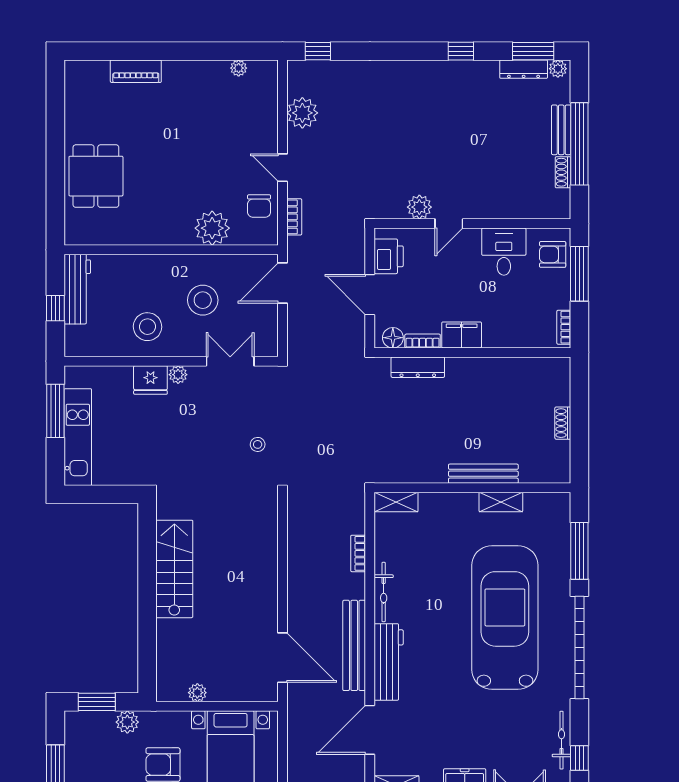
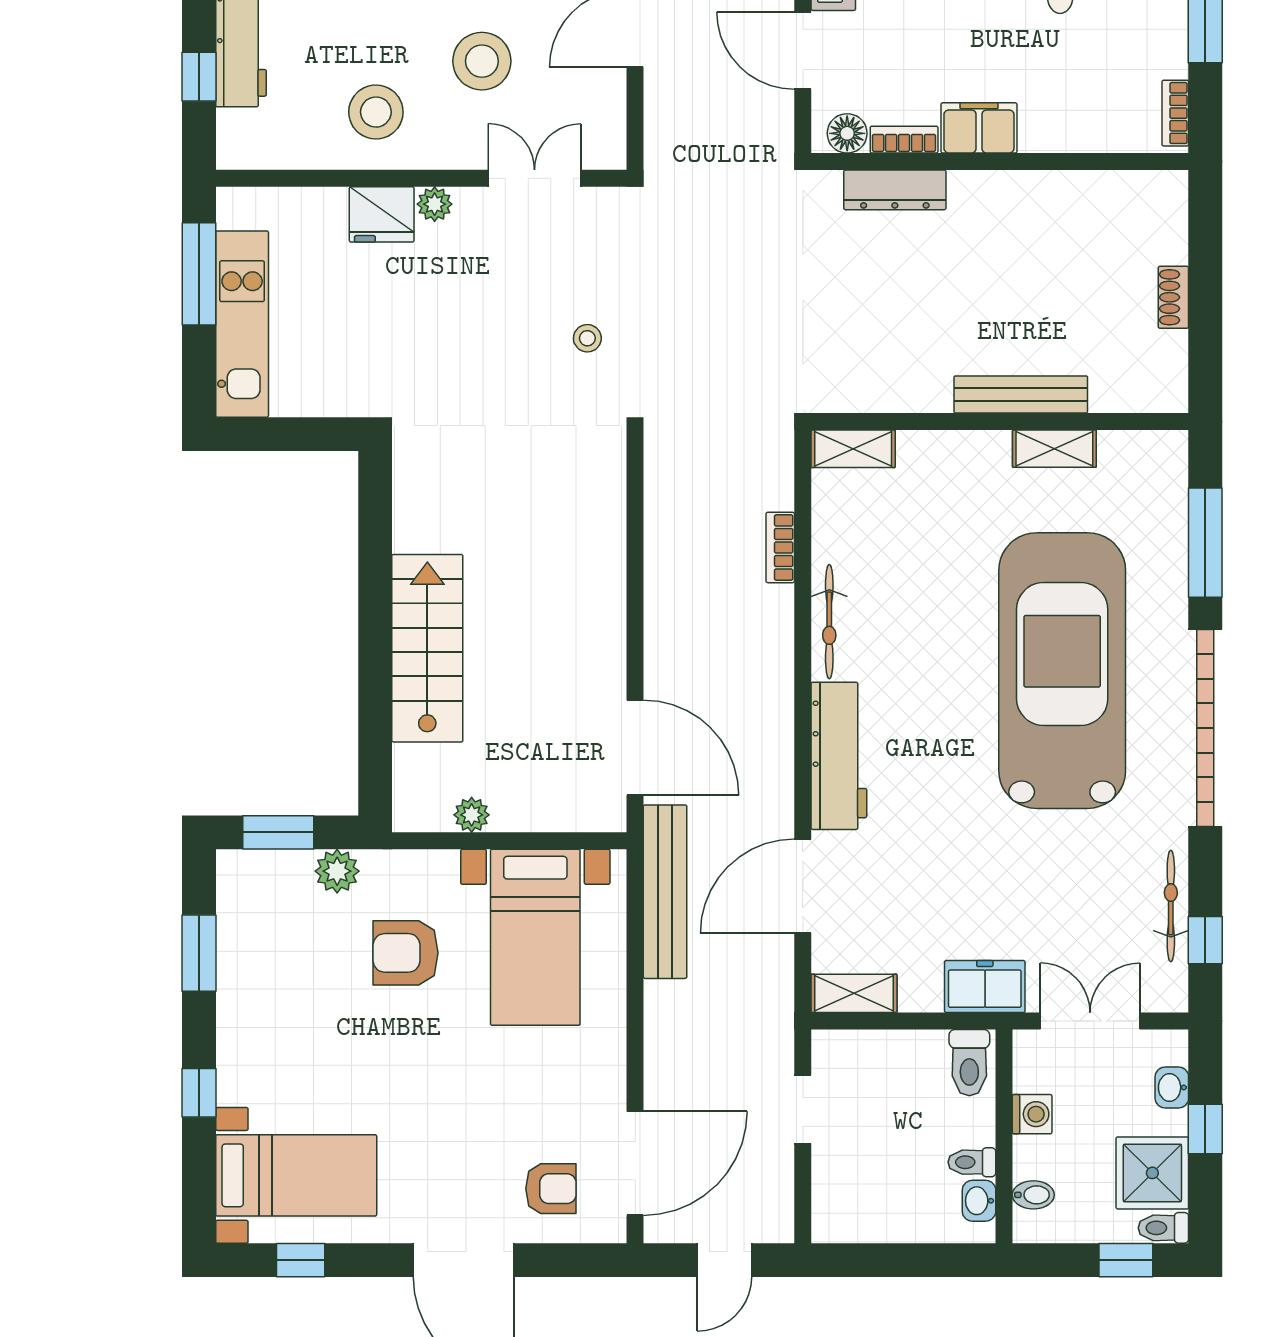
stairs: (174, 569) -> (427, 648), moved
bench: (354, 645) -> (665, 892), moved

